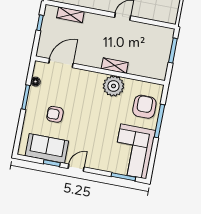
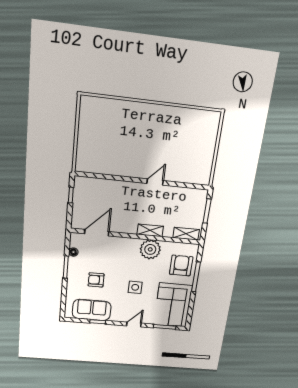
shelving: (70, 15) -> (186, 234), moved
side table: (95, 127) -> (135, 287), added
door: (76, 168) -> (134, 325), moved

